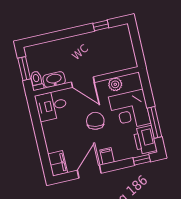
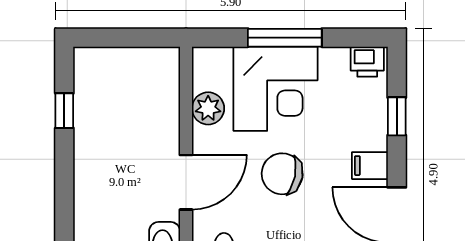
window: (154, 122) -> (285, 38), moved
printer: (145, 140) -> (367, 62), width x0.53, depth x0.68
window: (142, 160) -> (397, 116), moved

